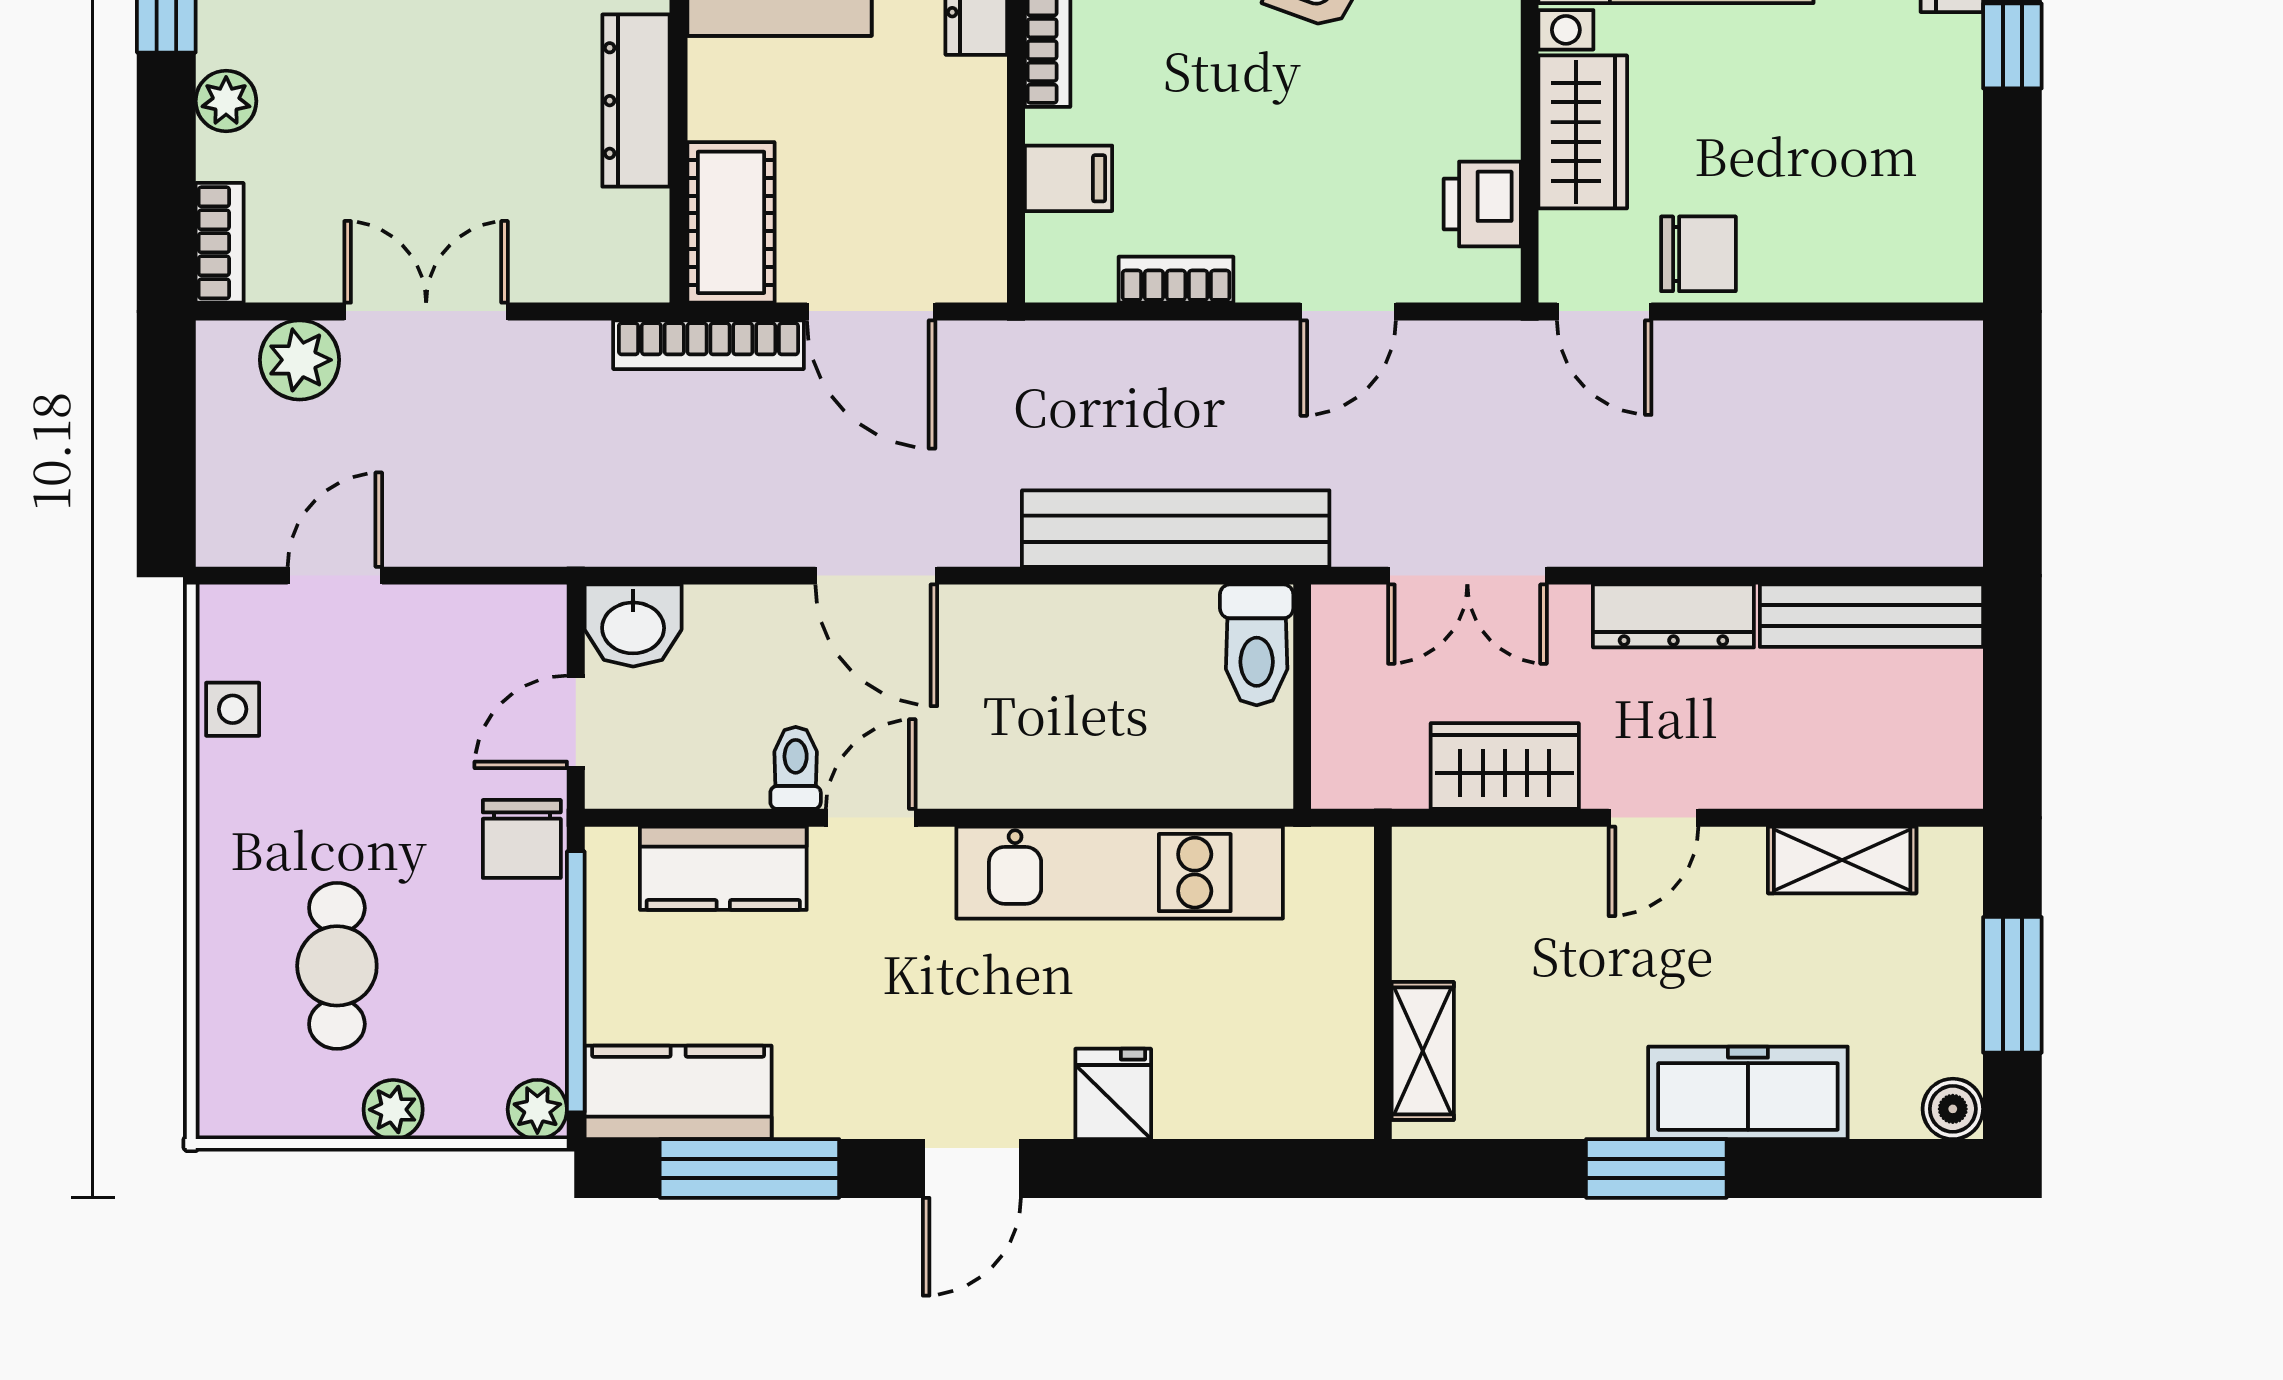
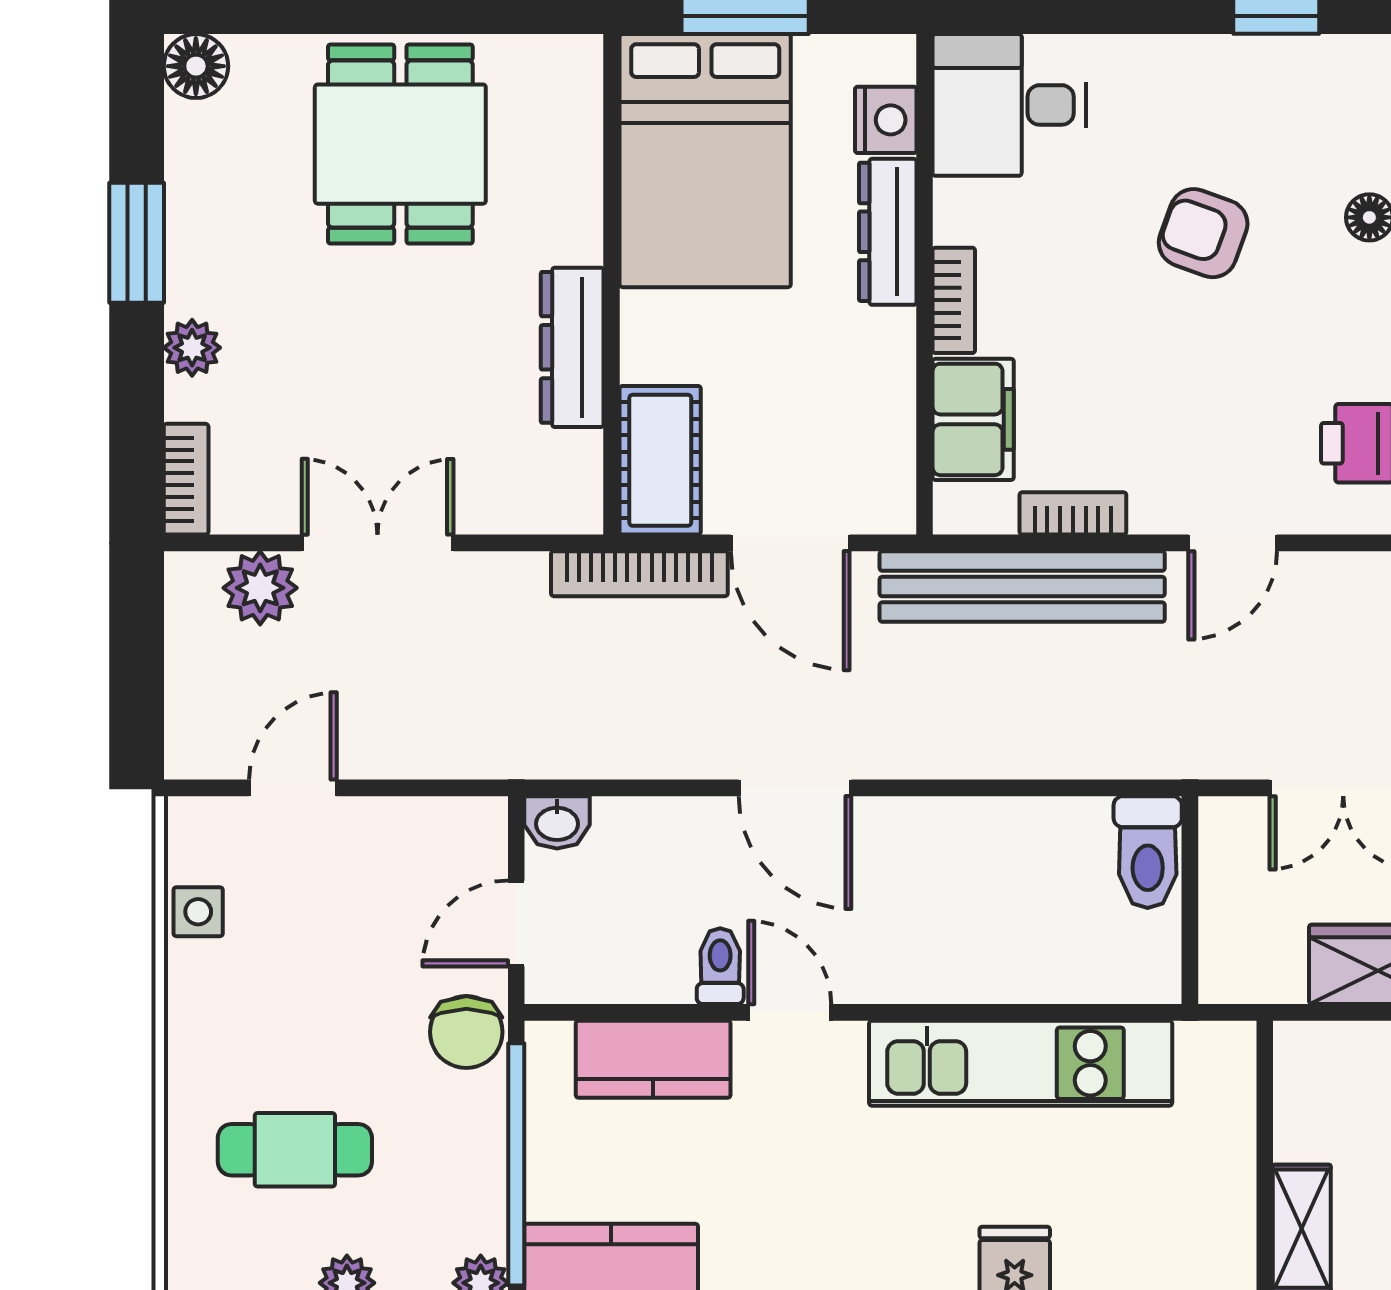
filing cabinet: (1068, 178) -> (973, 419), width x2.00
bench: (1176, 529) -> (1022, 587), moved
washbasin: (633, 625) -> (557, 822), width x0.72, depth x0.69
door: (871, 818) -> (790, 1012), hinge flipped
cafe table: (337, 966) -> (295, 1150), turned 90

